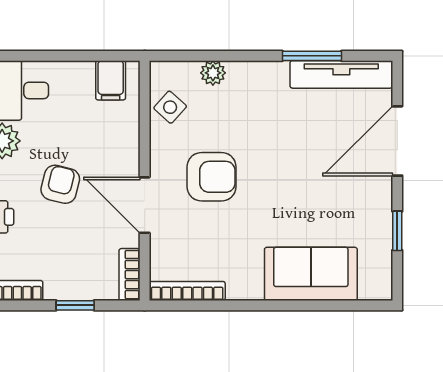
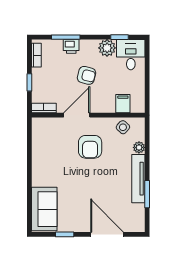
tv unit: (341, 74) -> (138, 179), moved
filing cabinet: (111, 80) -> (123, 104), moved, turned 90
sofa: (311, 274) -> (44, 209), moved
bookcase: (187, 291) -> (36, 135), removed

